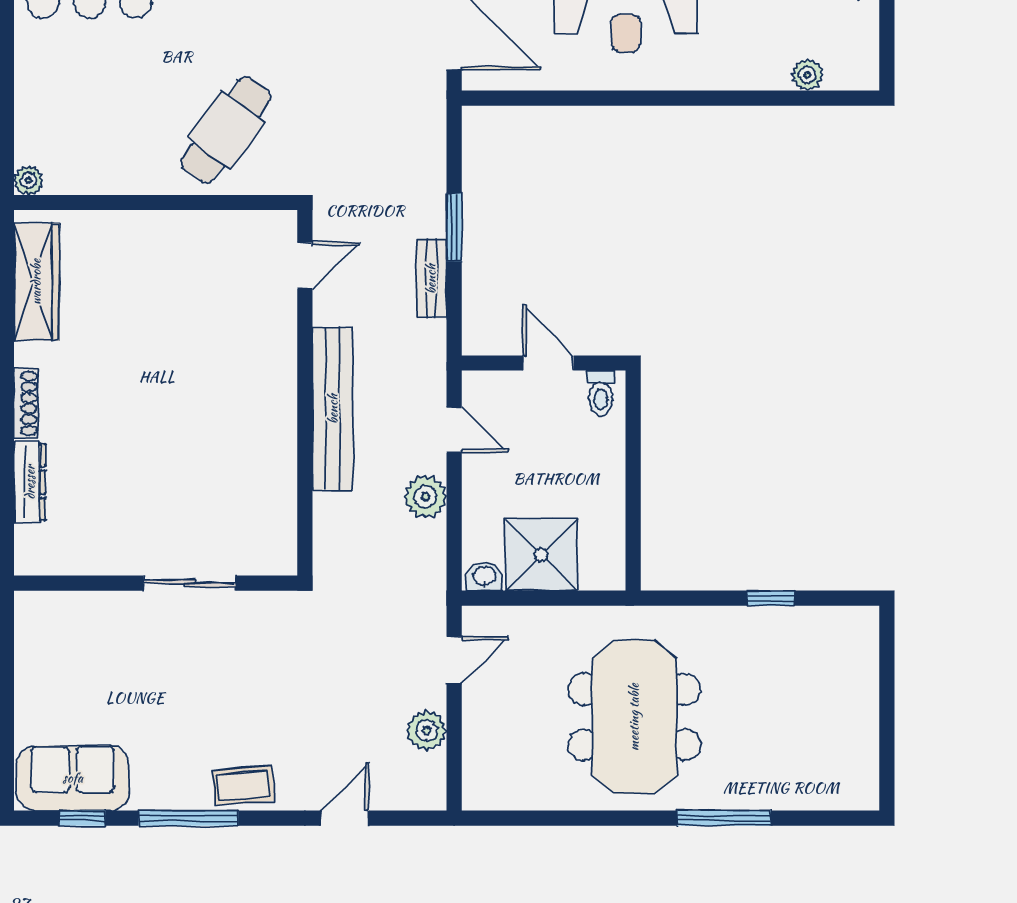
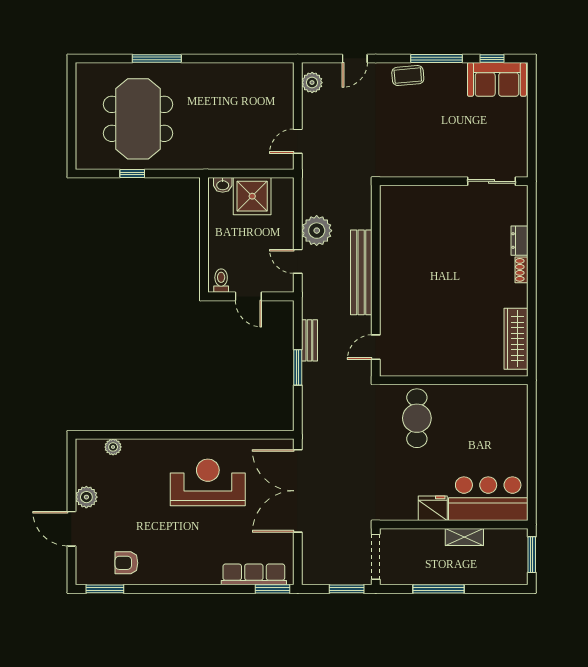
cafe table: (226, 130) -> (417, 418), turned -36
plant: (28, 180) -> (520, 392), removed
shoe rack: (26, 403) -> (521, 270), width x0.70
dresser: (30, 482) -> (519, 241), width x0.70
plant: (425, 497) -> (317, 231), width x1.36, depth x1.36
washbasin: (485, 576) -> (223, 185), moved
sliding door: (190, 583) -> (491, 181), moved
meeting table: (634, 717) -> (138, 119), moved
plant: (427, 731) -> (312, 83), moved

